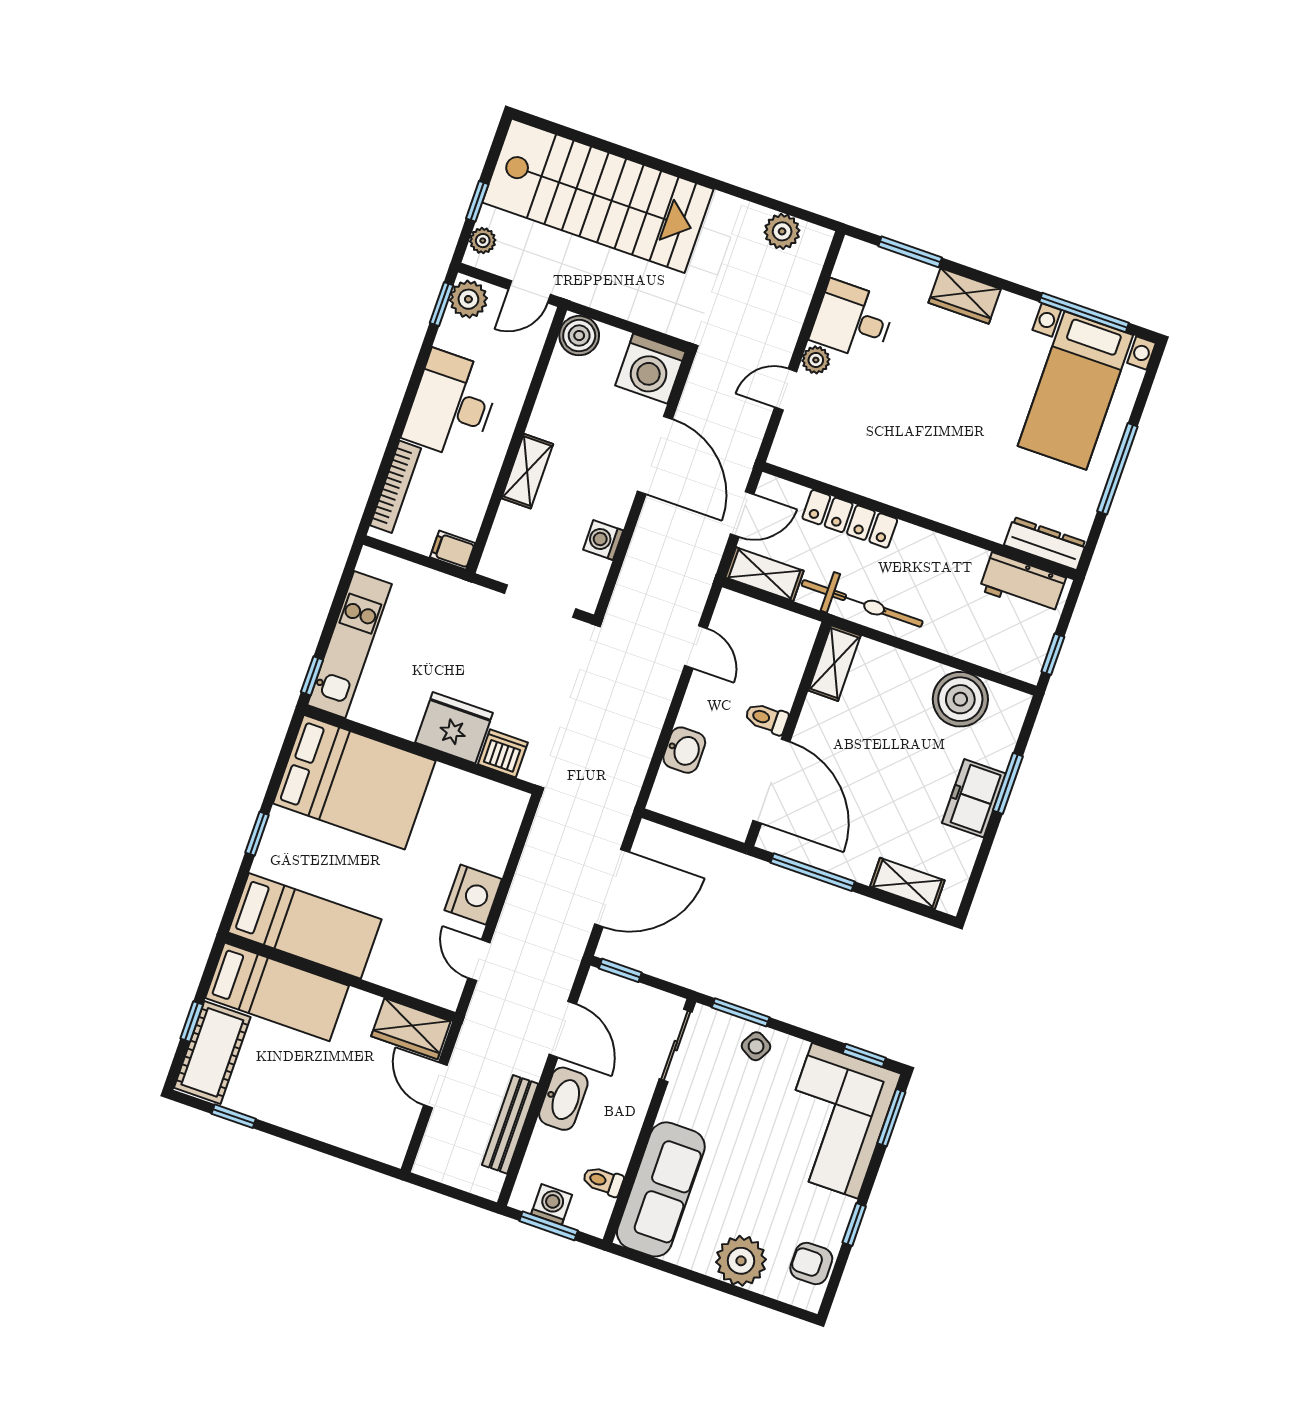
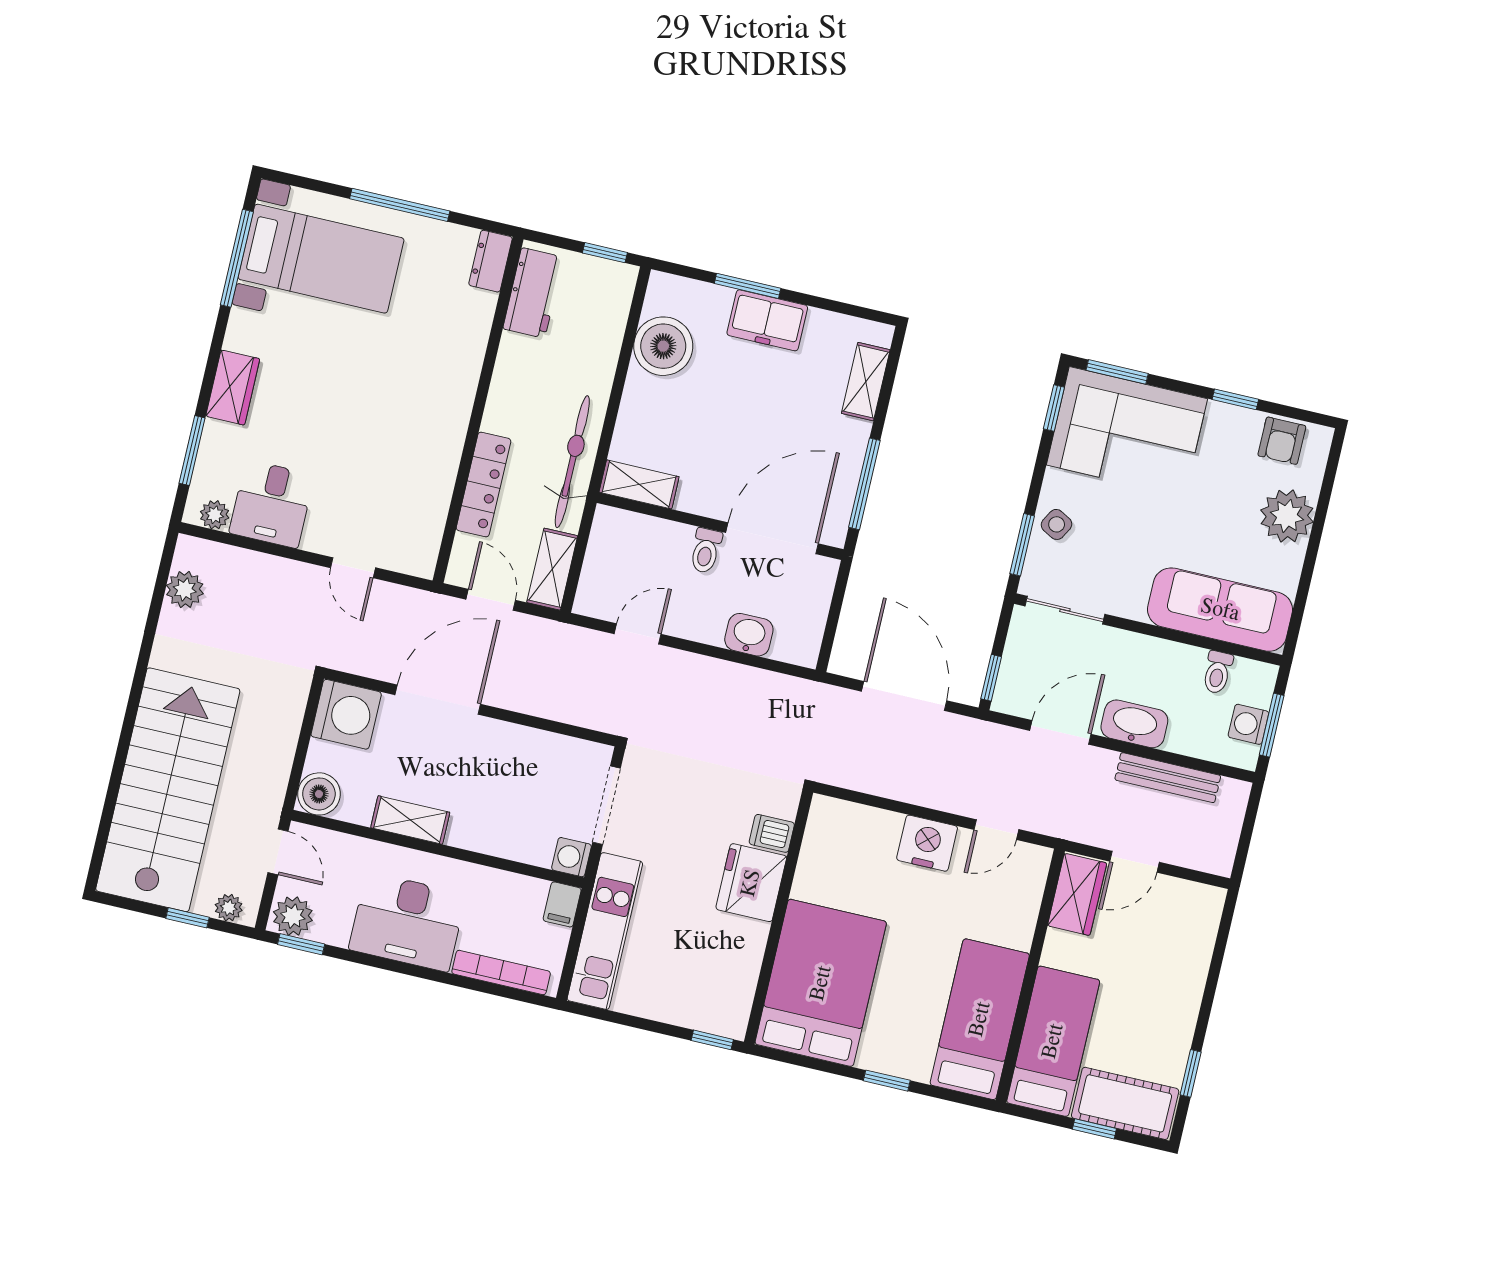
plant: (816, 360) -> (215, 515), moved
shelving: (527, 471) -> (410, 820), moved
washing machine: (603, 540) -> (571, 857), moved, turned 90
dresser: (1045, 544) -> (491, 261), width x0.70
kitchen unit: (350, 645) -> (605, 931), moved, turned 90
dishwasher: (503, 753) -> (772, 833), width x0.73

